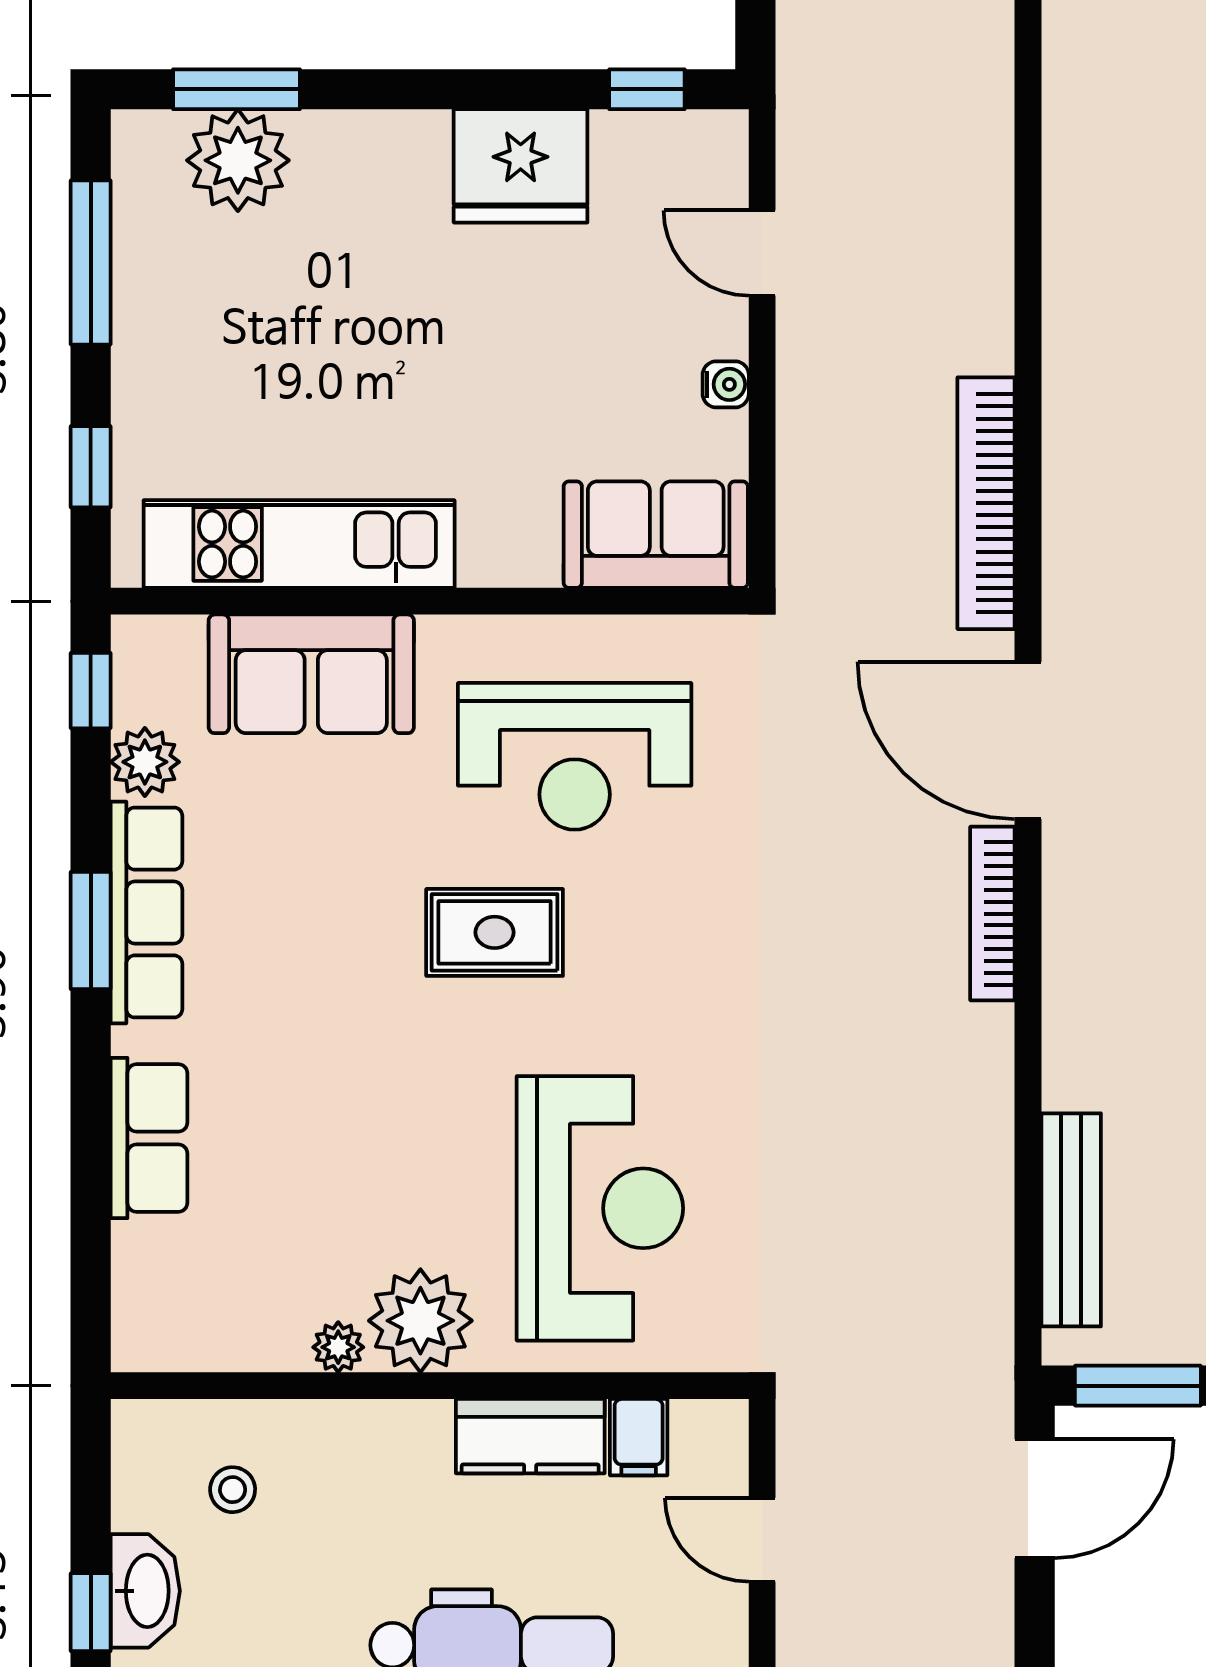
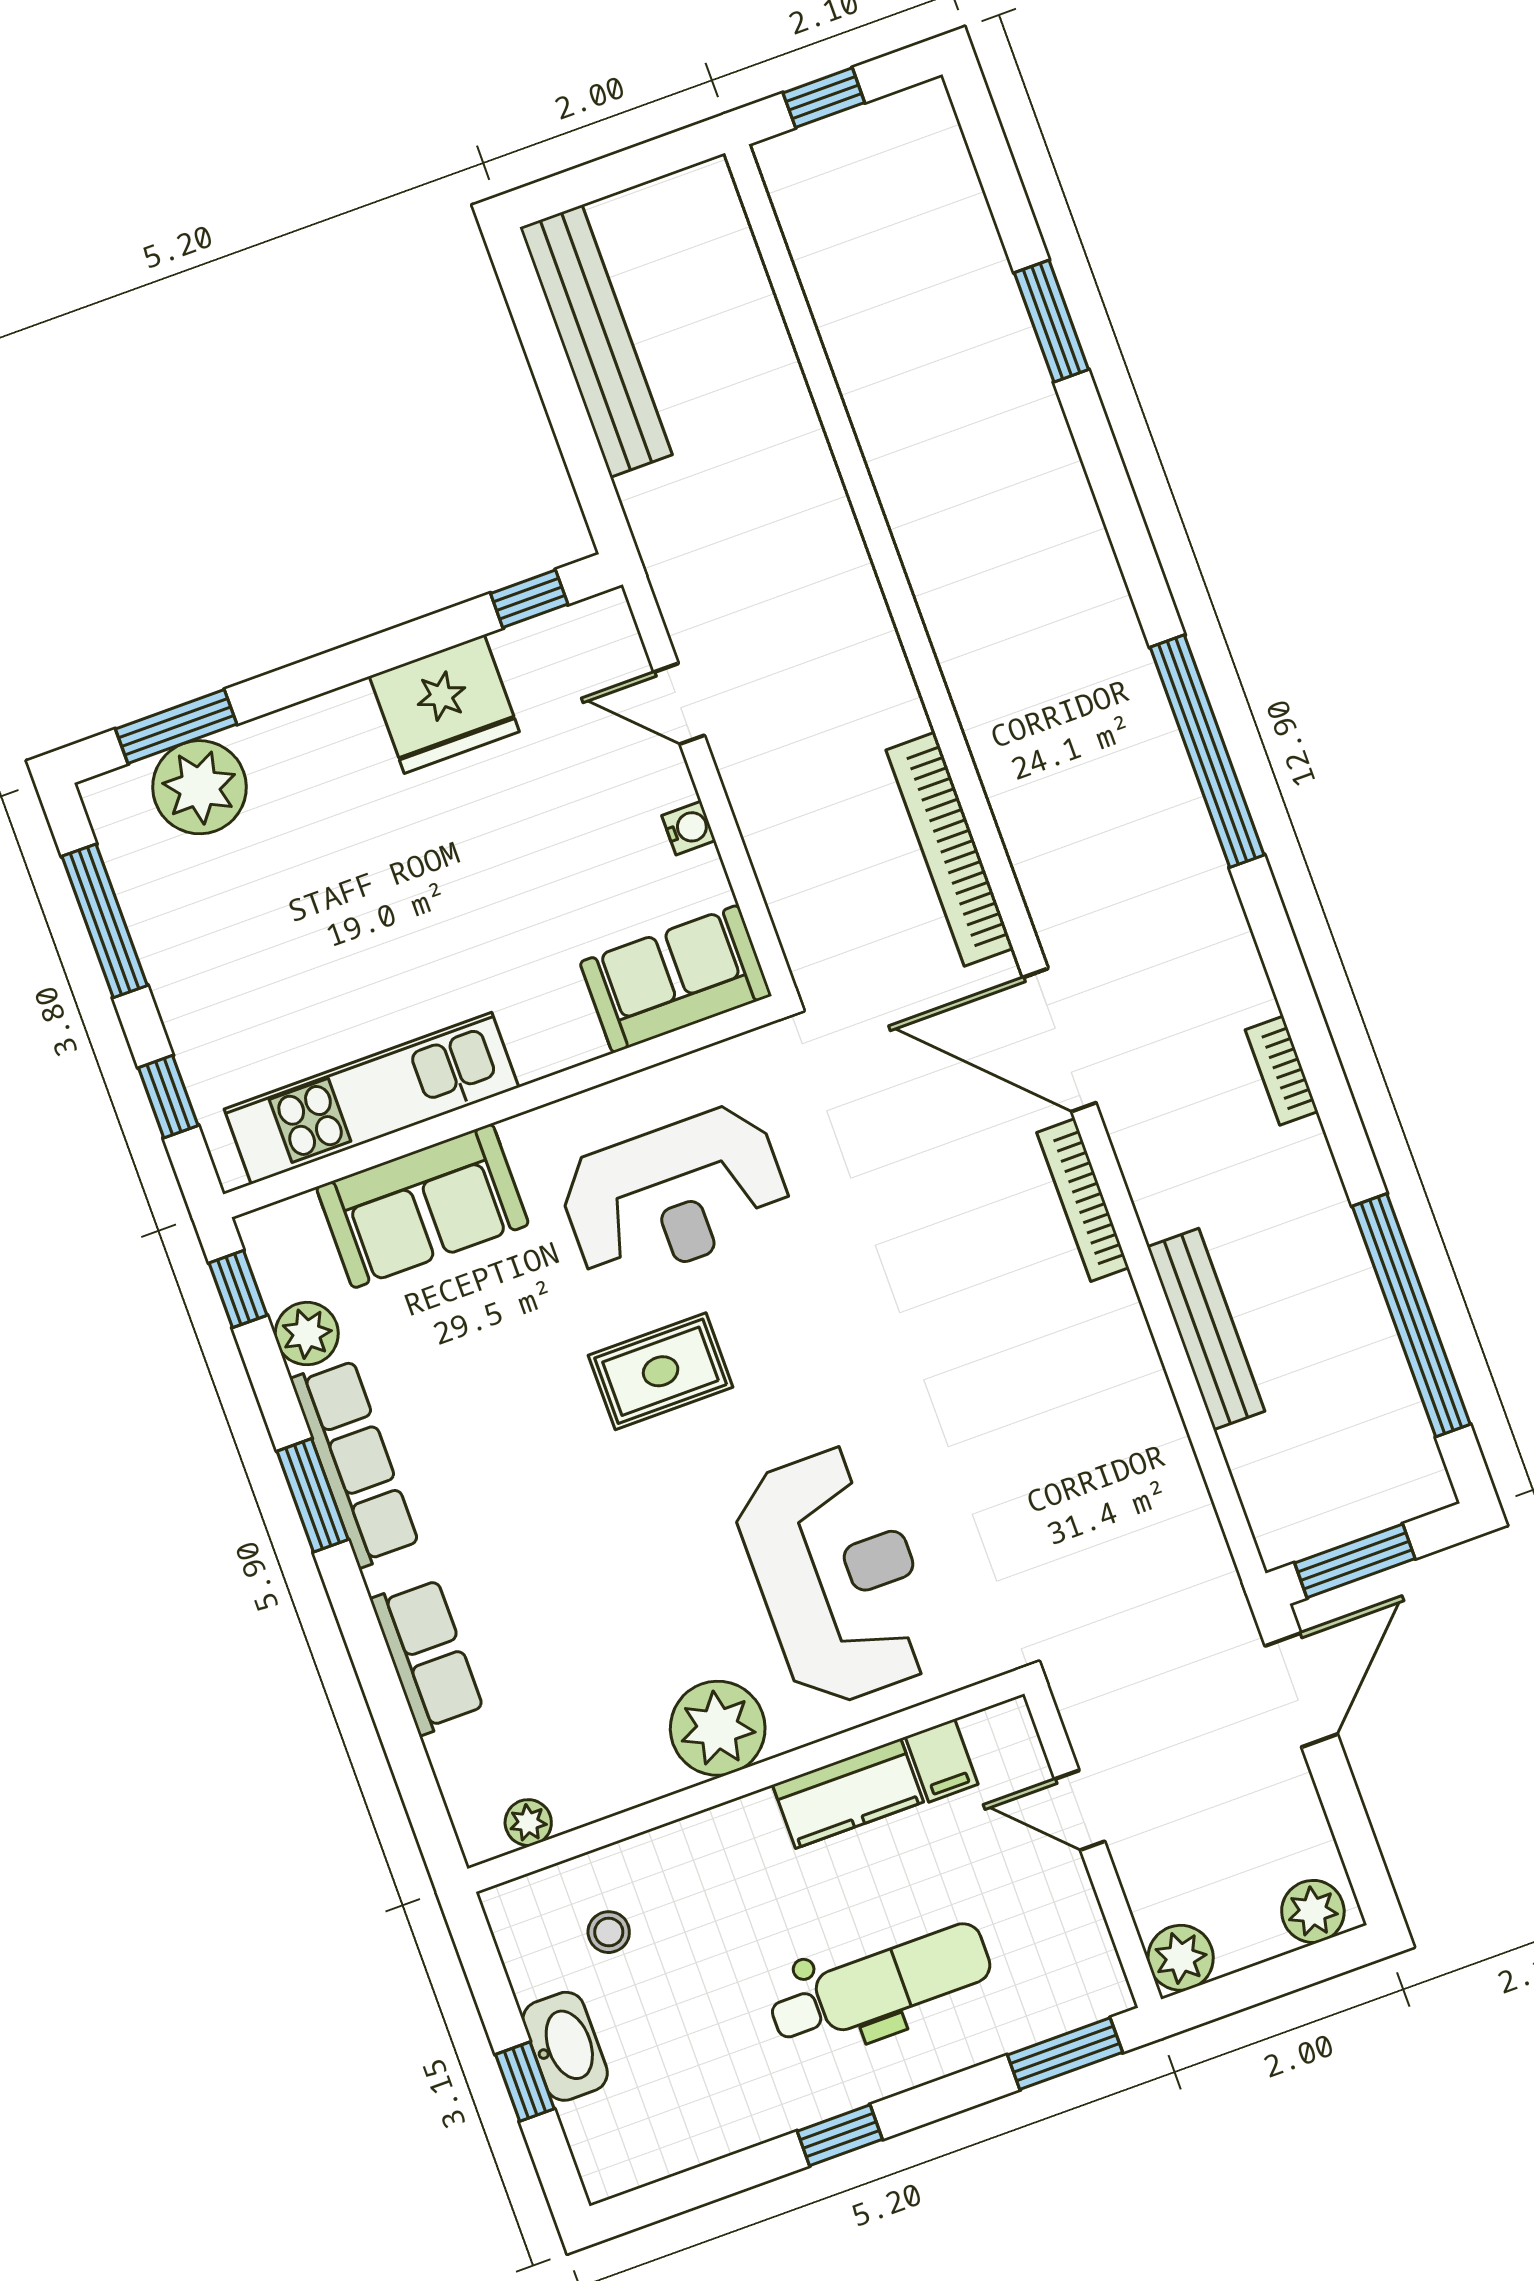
bench: (1071, 1220) -> (1206, 1329), moved
plant: (338, 1347) -> (528, 1823), moved

